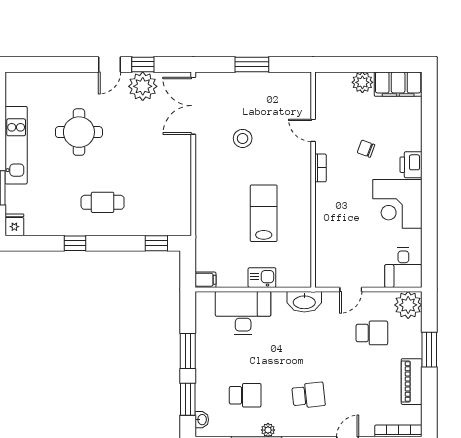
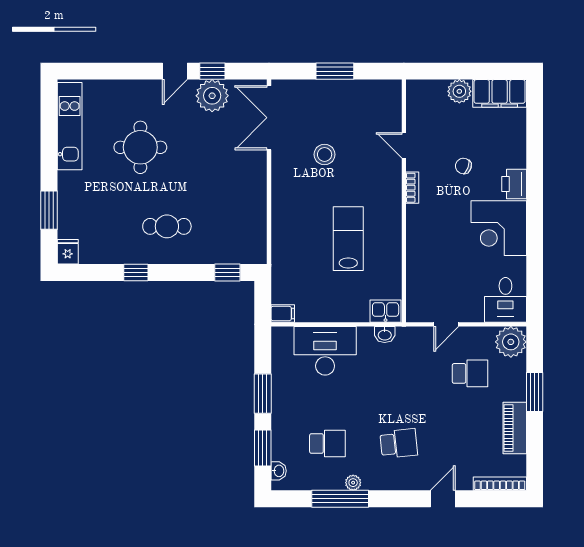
kitchen unit: (16, 145) -> (70, 126), moved
kitchen sink: (262, 278) -> (386, 311), moved
washbasin: (304, 302) -> (385, 335), width x0.52, depth x0.69

